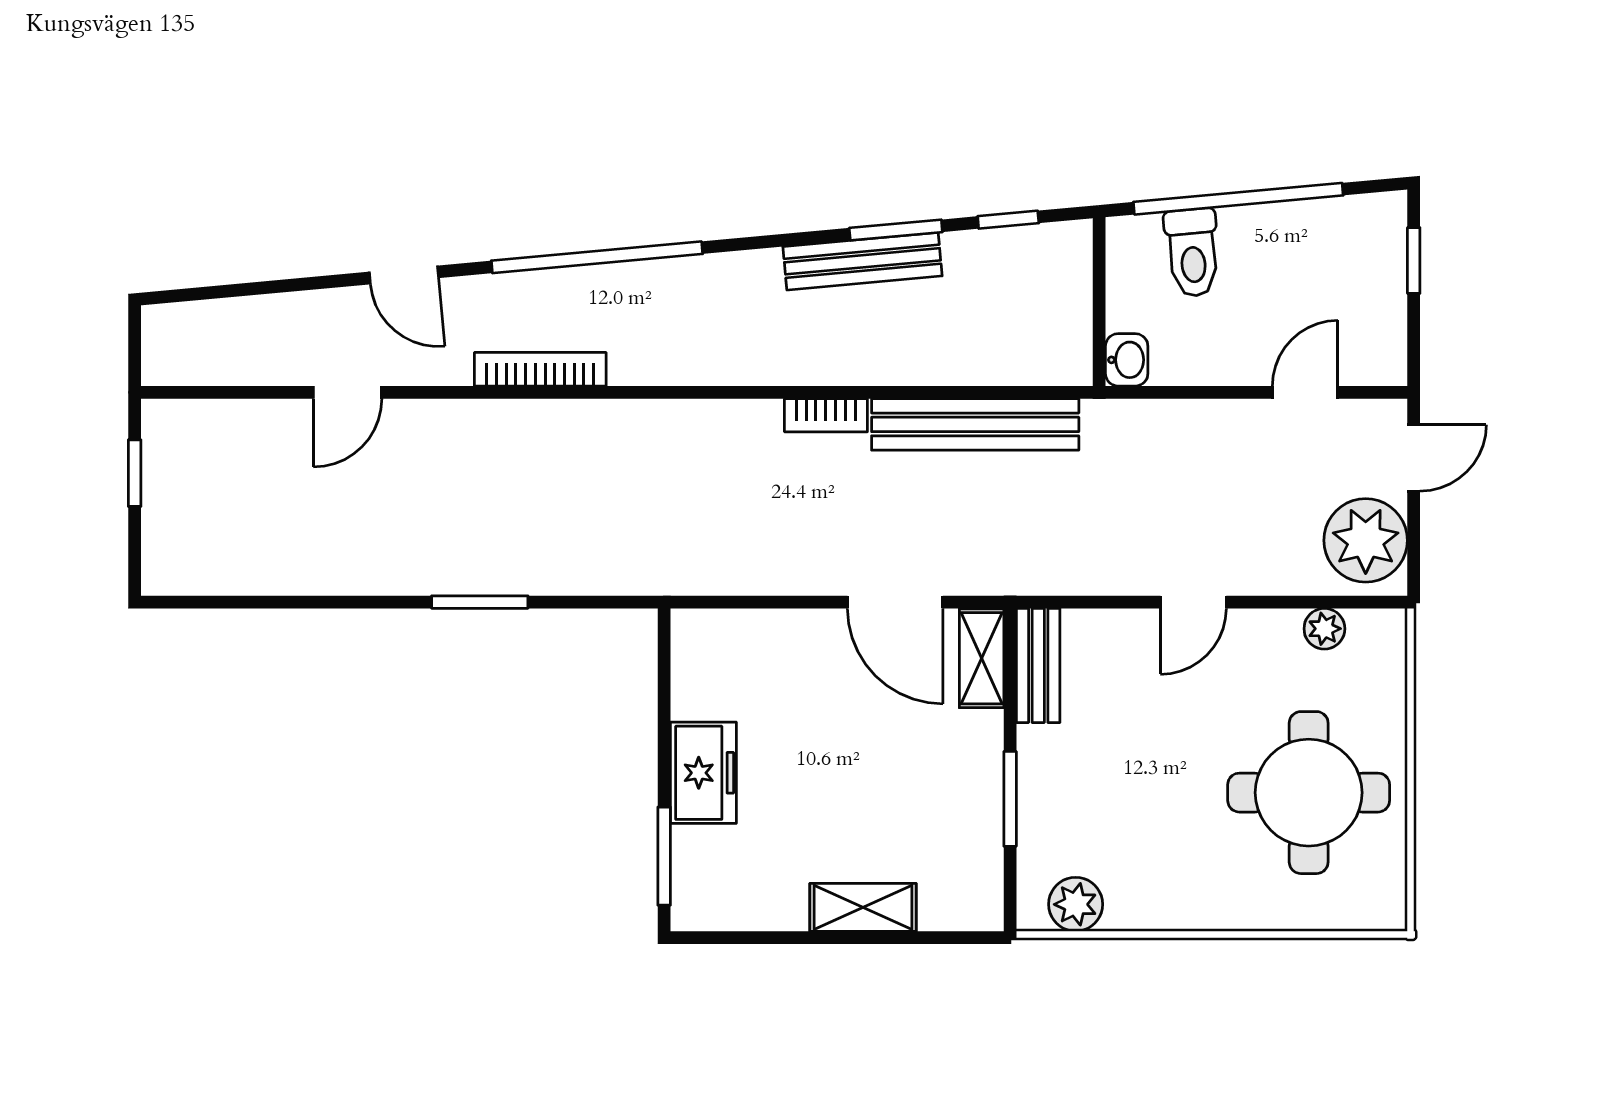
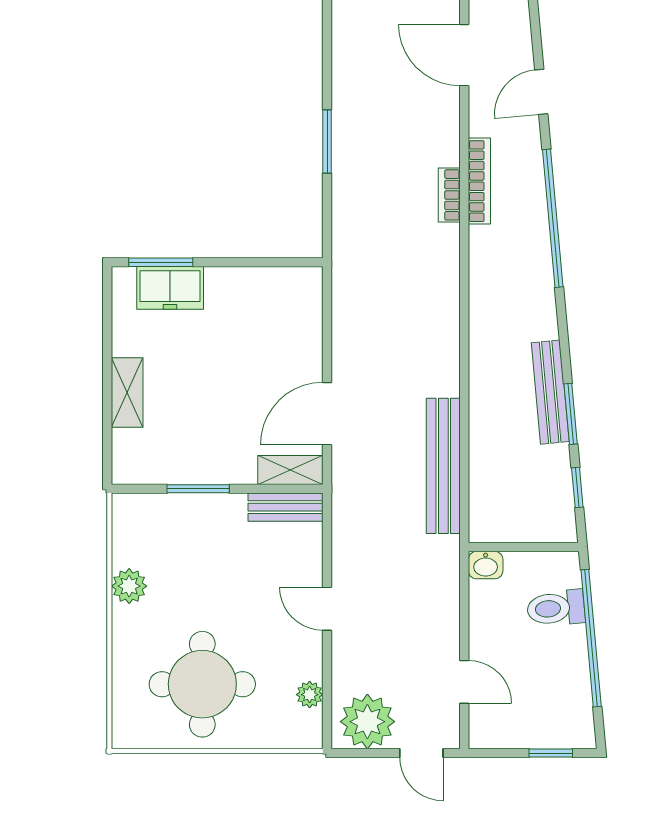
door: (348, 392) -> (464, 55), width x1.38
bookcase: (826, 415) -> (449, 195), moved
freezer: (703, 773) -> (170, 288), moved
plant: (1076, 904) -> (129, 586), moved

